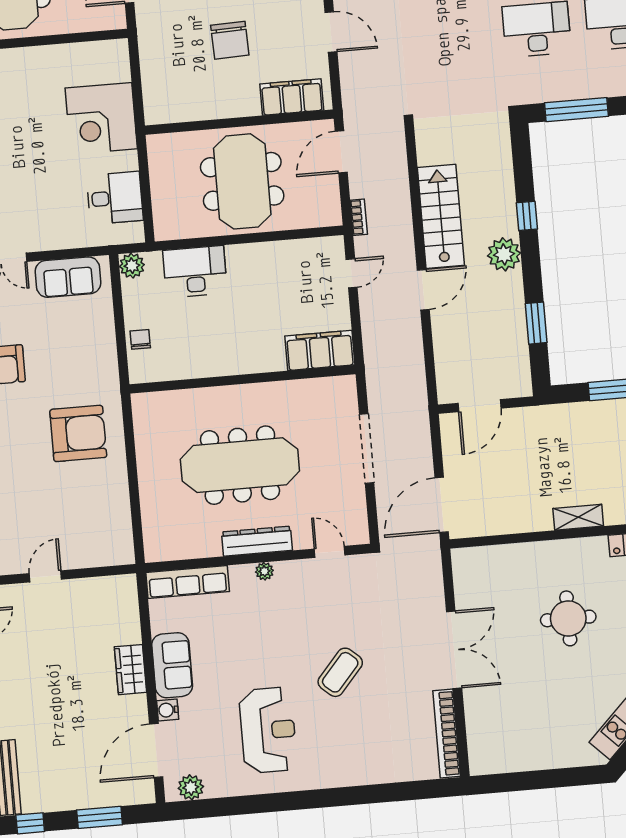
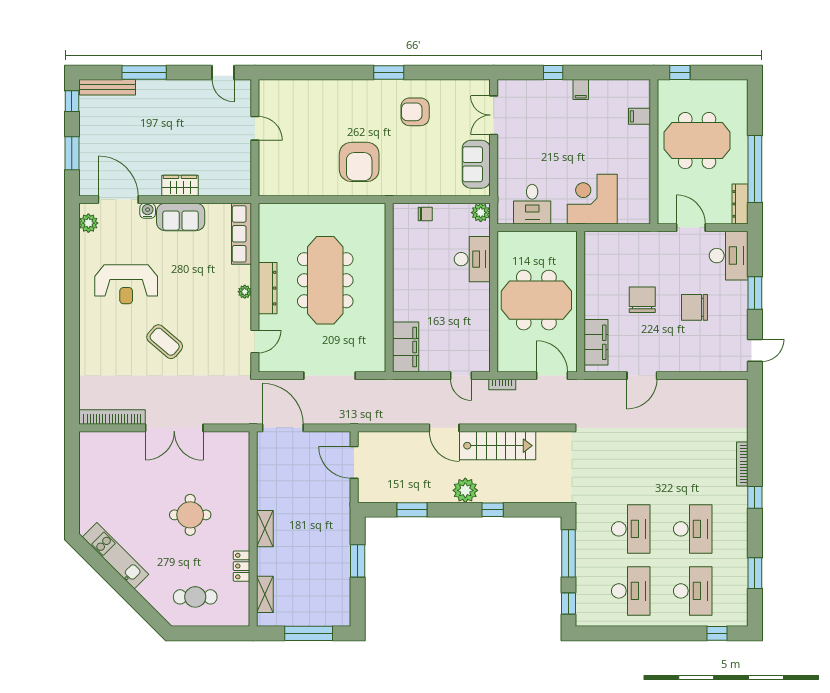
chair: (230, 40) -> (642, 300), turned 92

